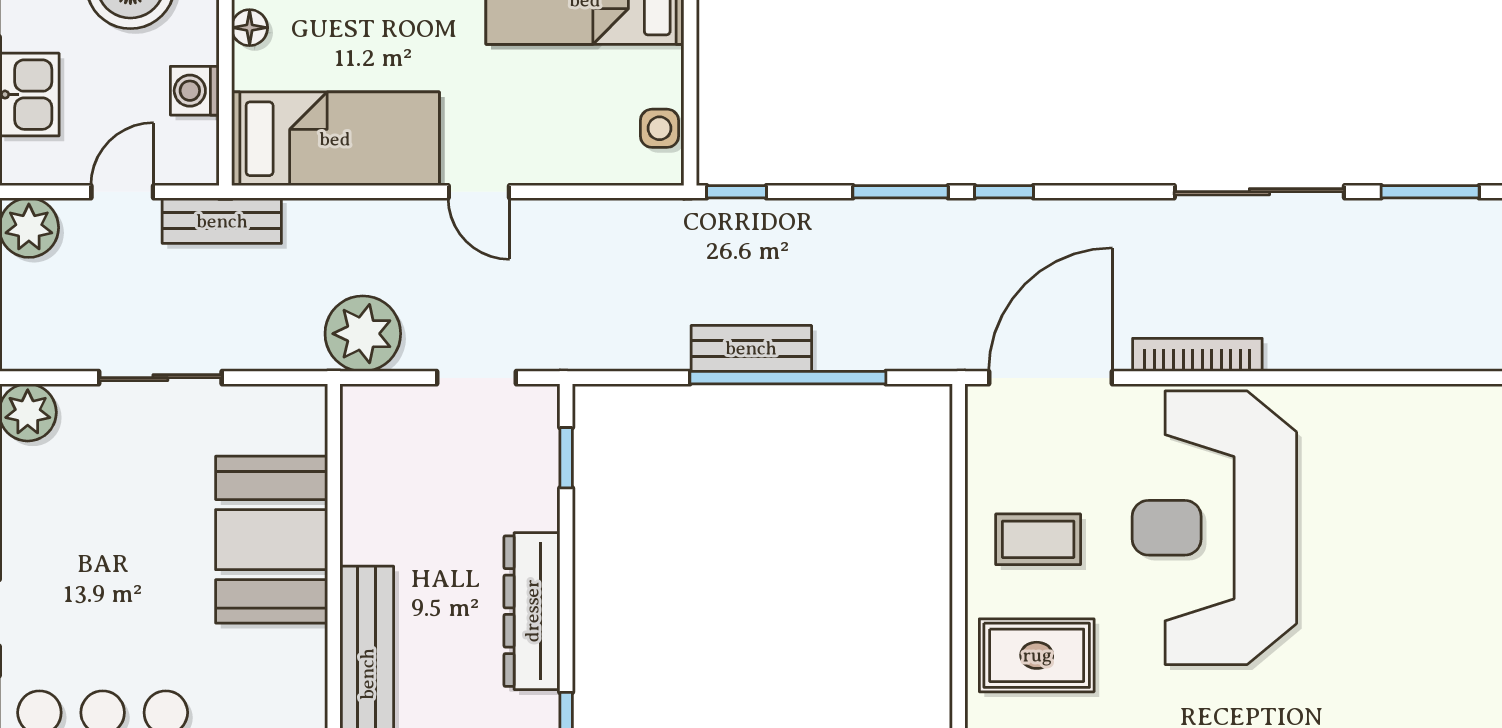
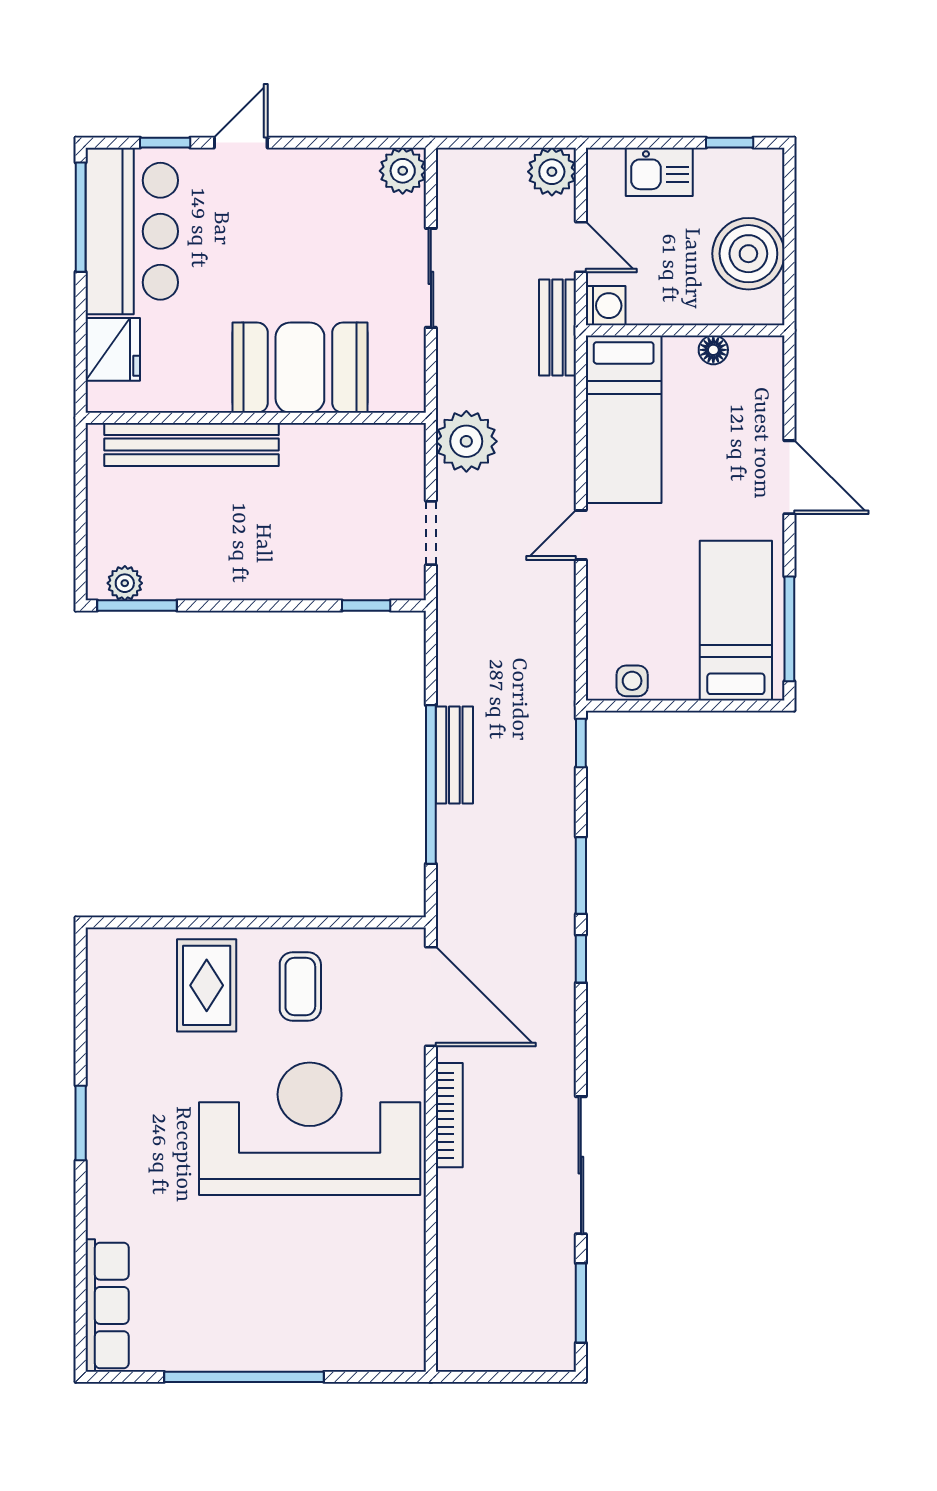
washing machine: (195, 91) -> (606, 306), moved, turned 90
dresser: (532, 611) -> (242, 578), removed

